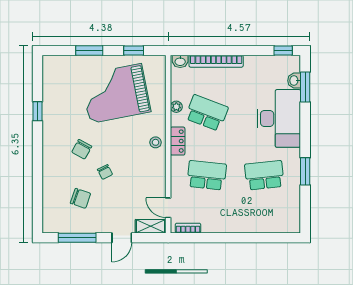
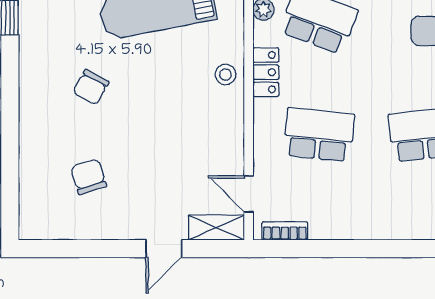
chair: (105, 172) -> (133, 129), removed
chair: (80, 198) -> (89, 177), turned -126
window: (77, 238) -> (82, 249), removed

